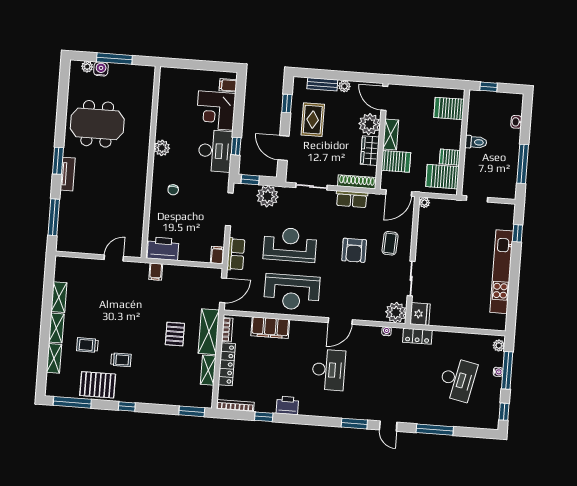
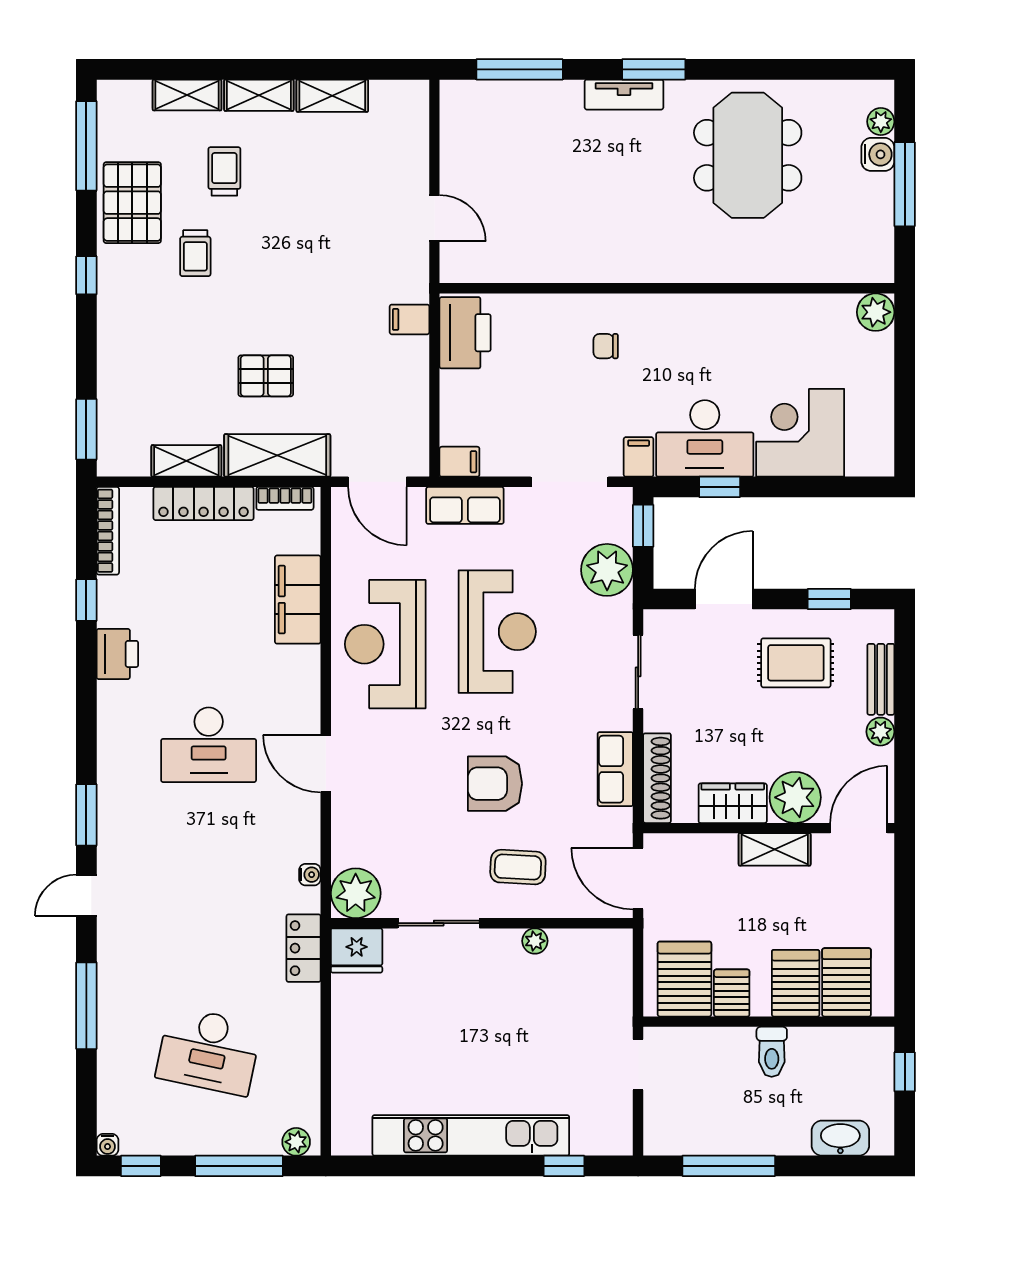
filing cabinet: (228, 85) -> (639, 457), moved
washbasin: (516, 122) -> (840, 1138), width x1.91, depth x1.45
plant: (162, 148) -> (876, 312), moved
server rack: (396, 161) -> (796, 983), moved, turned 180
plant: (424, 202) -> (535, 941), moved
water cooler: (498, 372) -> (108, 1145), moved

